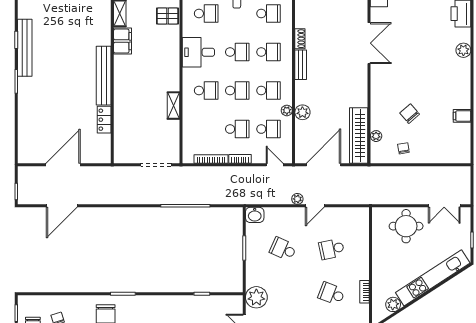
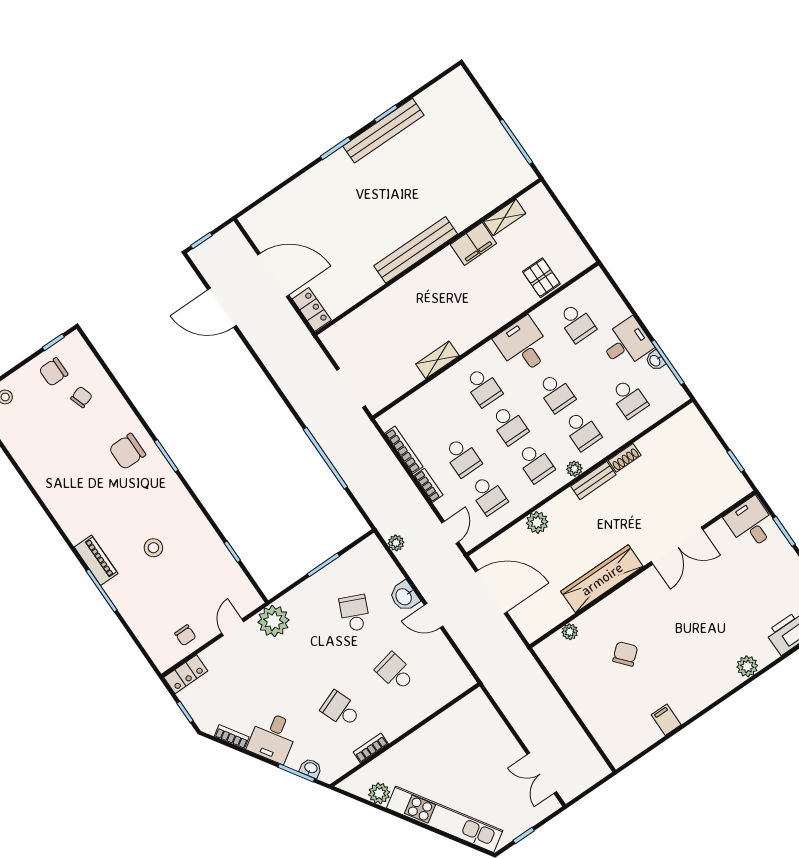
plant: (287, 110) -> (574, 469), moved
locker: (104, 120) -> (312, 310), moved, turned 90
wardrobe: (359, 135) -> (602, 579), moved
chair: (403, 148) -> (578, 675), removed
plant: (297, 199) -> (396, 543), moved
washbasin: (255, 215) -> (404, 596), moved
round table: (406, 226) -> (485, 744), removed
school desk: (332, 294) -> (341, 710), turned -42

